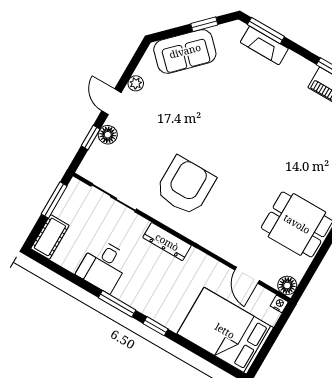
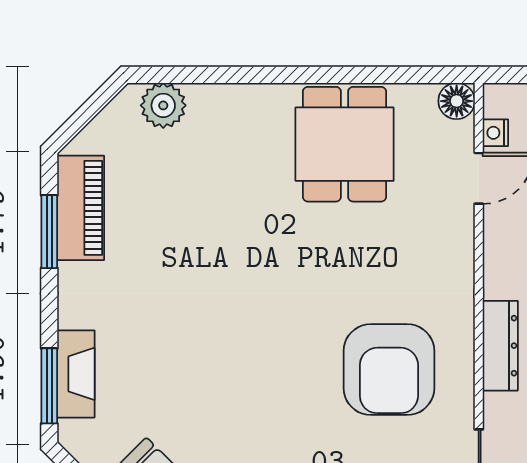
armchair: (185, 186) -> (389, 370), turned -90
nightstand: (279, 304) -> (495, 133), moved

